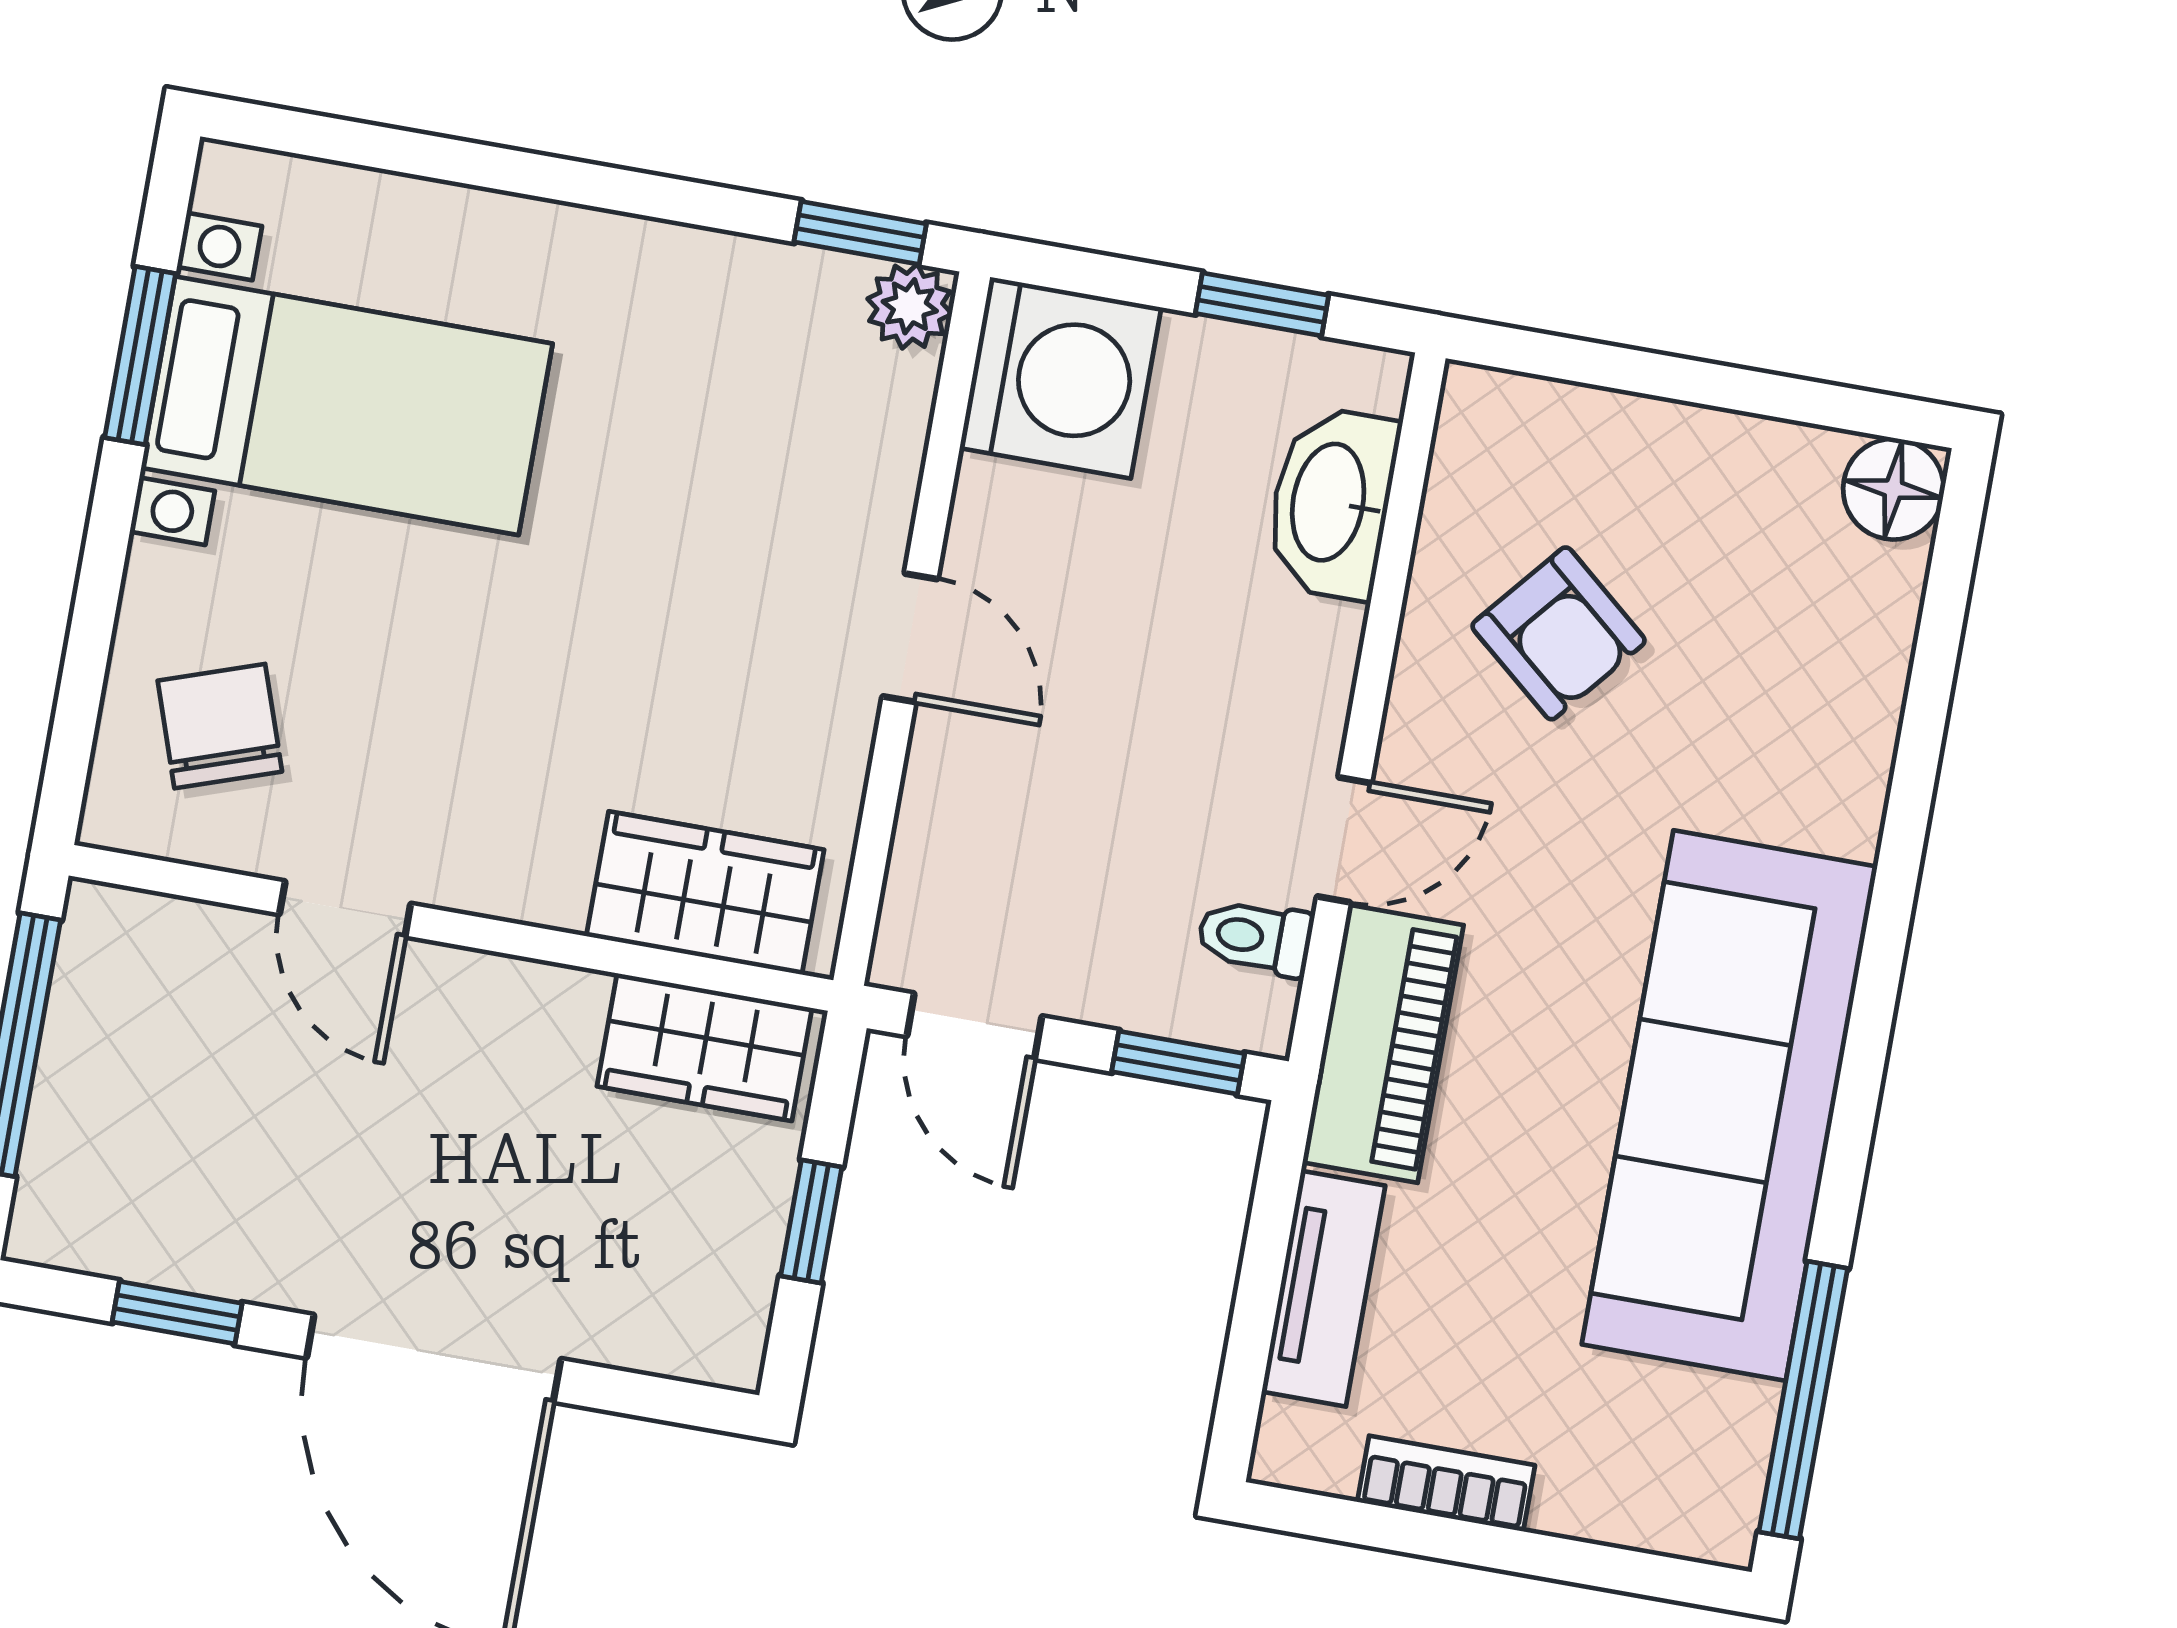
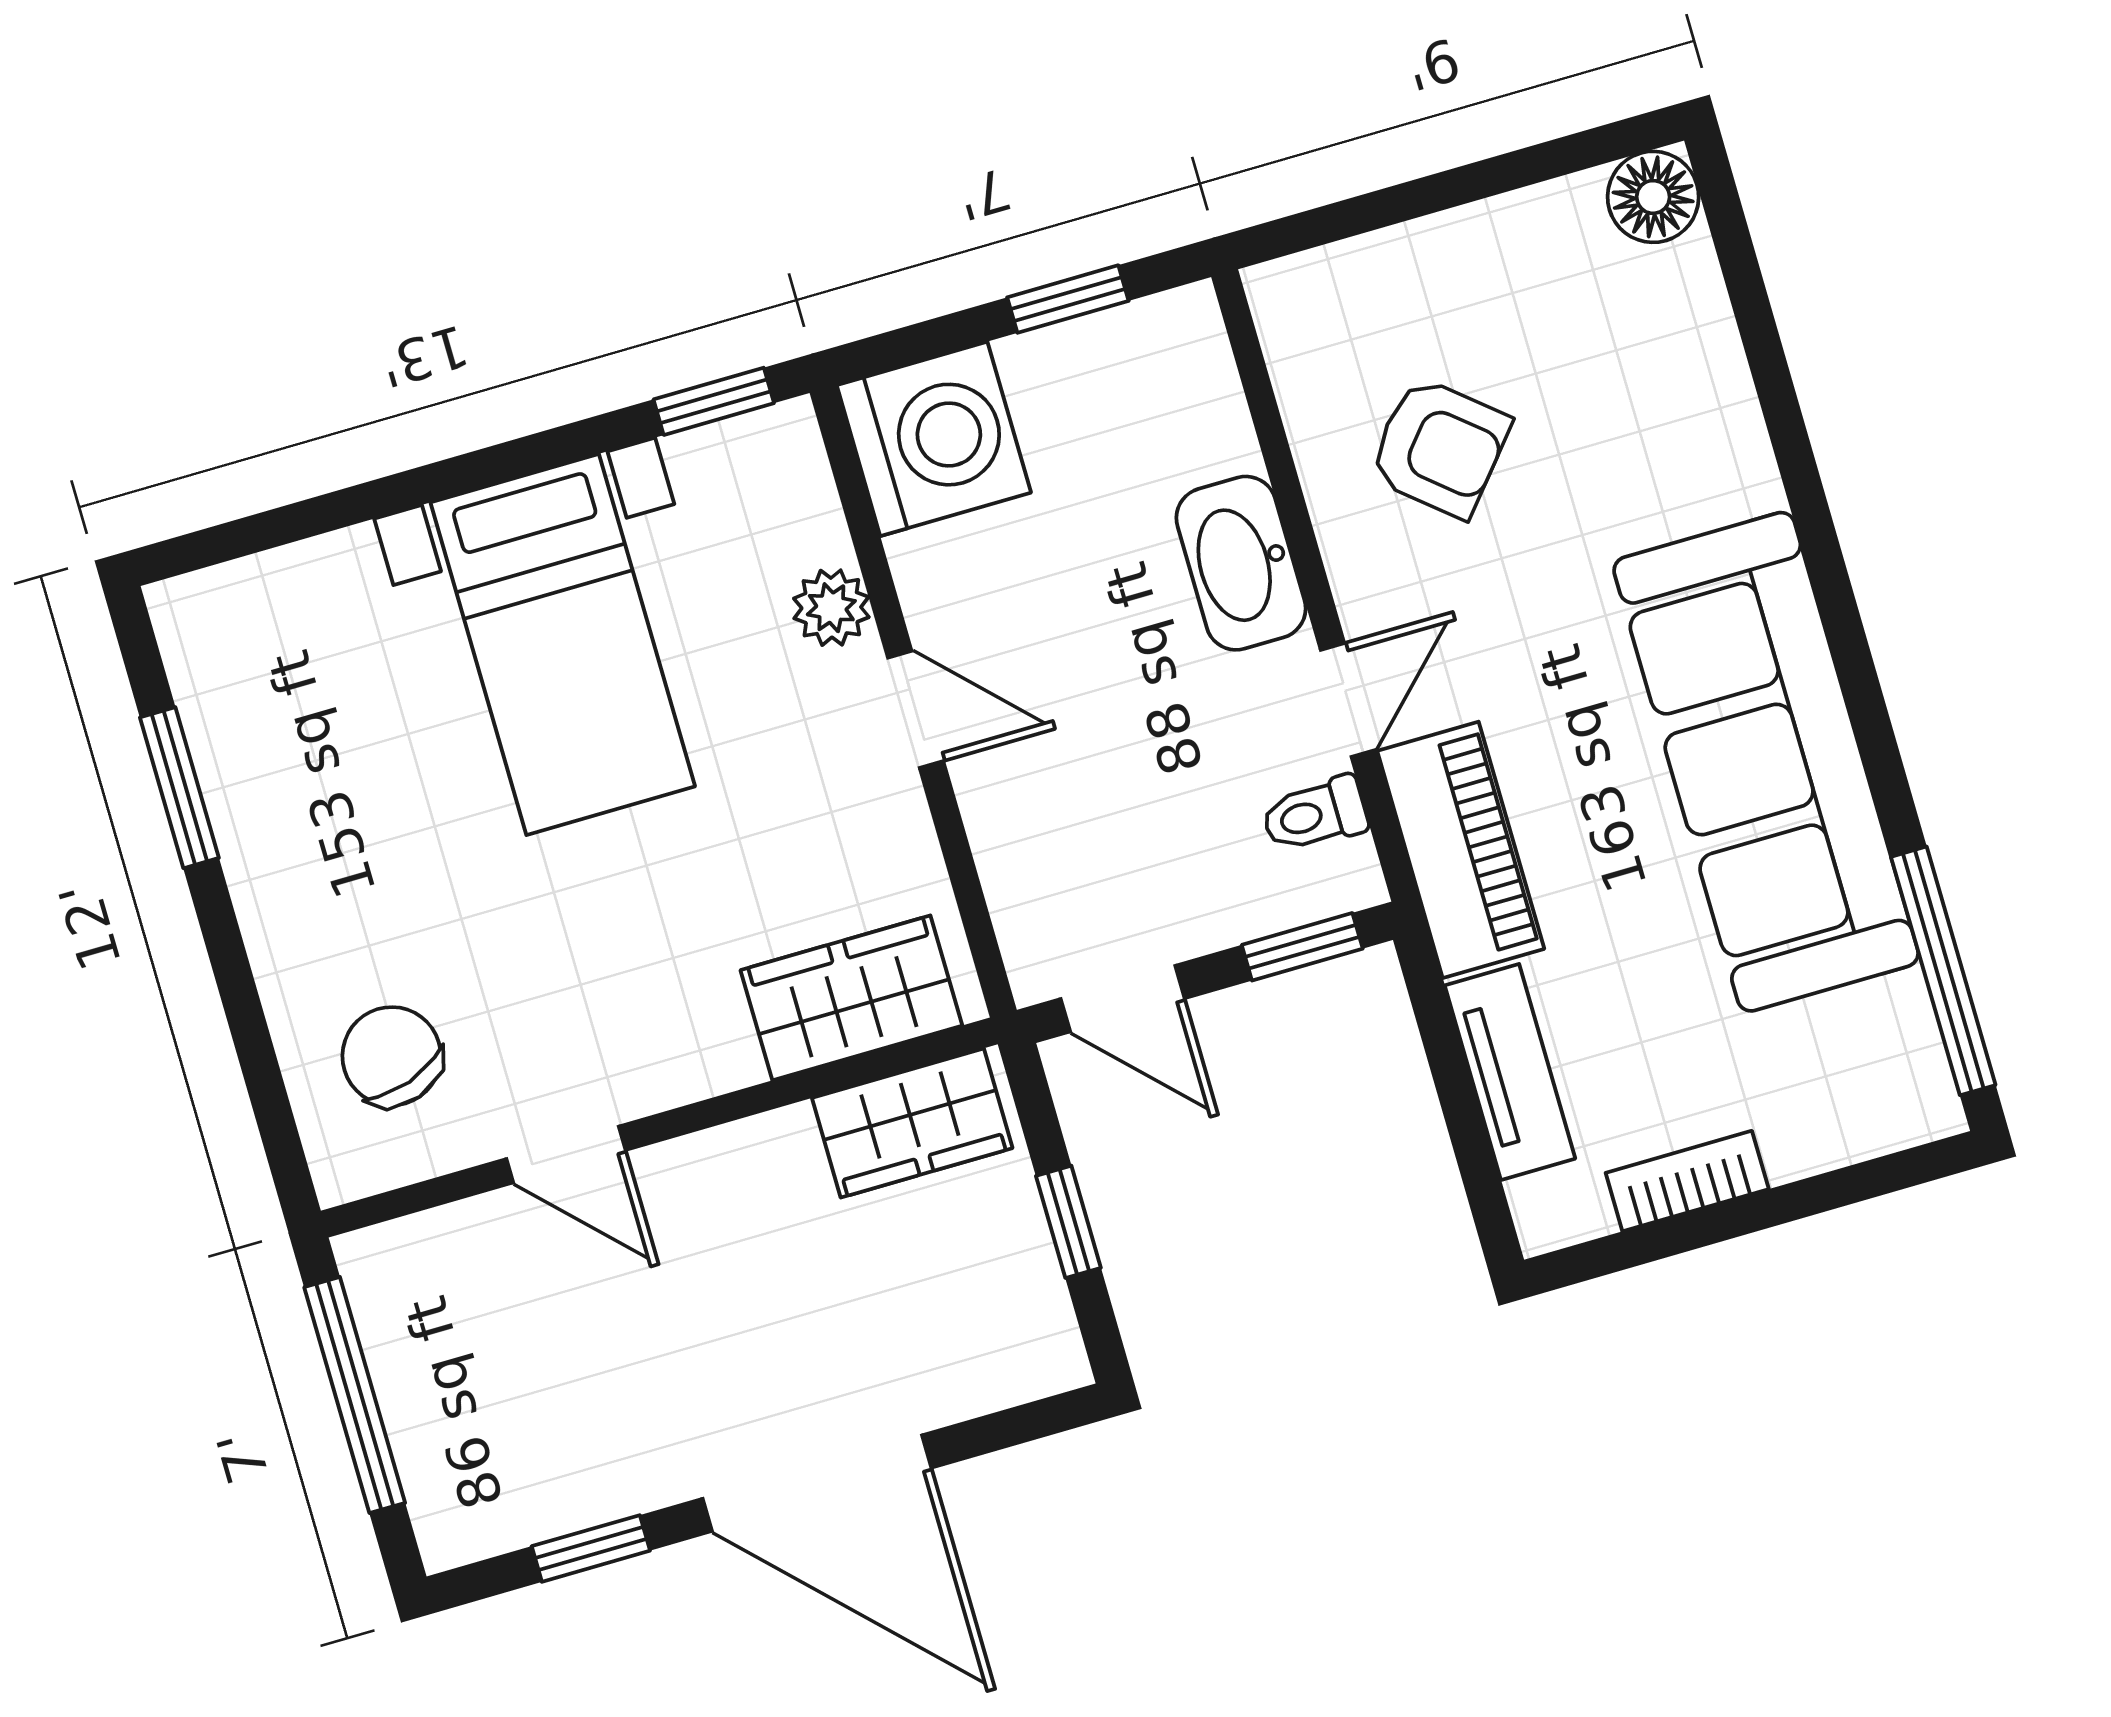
plant: (910, 306) -> (831, 608), moved
bed with nightstands: (347, 406) -> (563, 644), moved, turned 90
washbasin: (1331, 503) -> (1241, 563), moved

